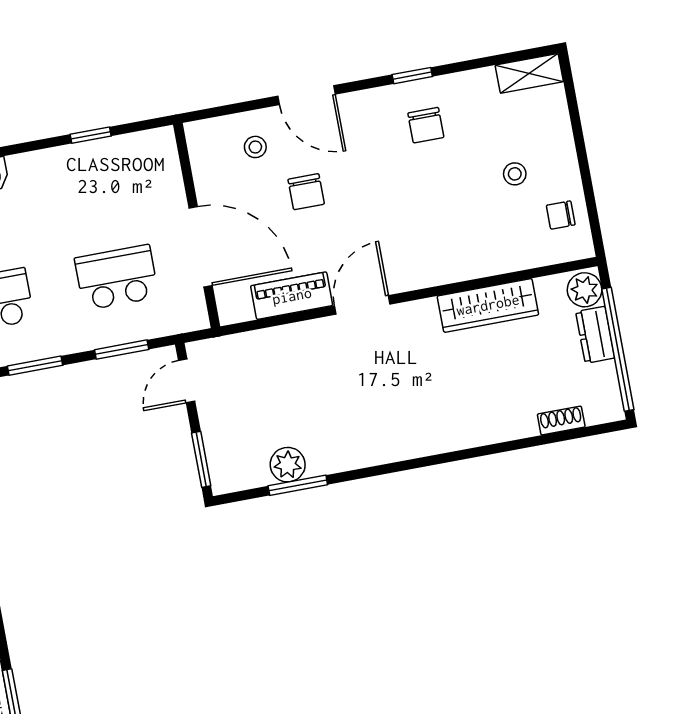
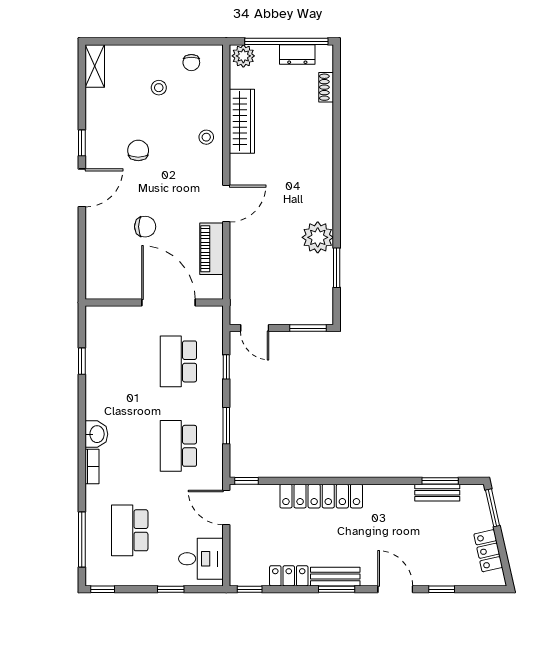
door: (307, 95) -> (82, 188), moved
chair: (426, 125) -> (138, 150), moved, turned -90
stool: (255, 147) -> (206, 137), moved
door: (201, 247) -> (168, 303), hinge flipped
door: (362, 305) -> (226, 204), swing flipped
dresser: (595, 335) -> (297, 54), moved
window: (122, 350) -> (226, 367), width x0.67
plant: (288, 465) -> (318, 237), moved, width x1.36, depth x1.36

